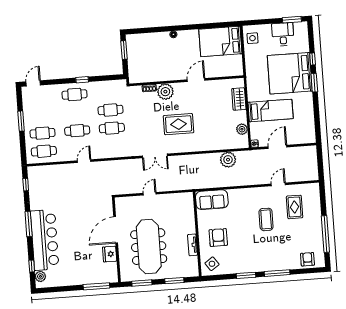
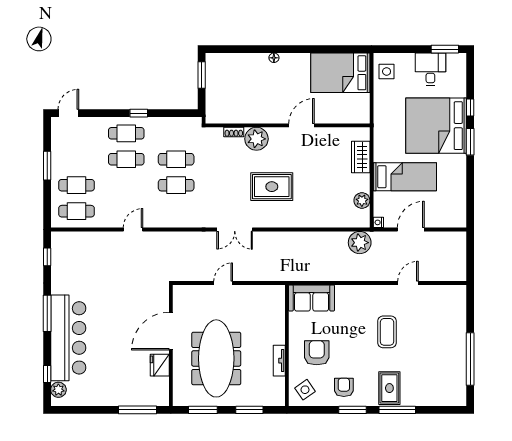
cafe table: (77, 131) -> (126, 159), moved
plant: (228, 160) -> (360, 243), moved
rug: (295, 207) -> (389, 388), moved
armchair: (307, 259) -> (344, 387), moved

